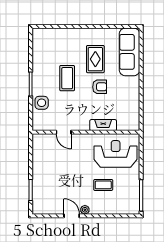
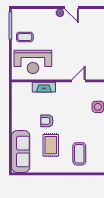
coffee table: (67, 78) -> (79, 154), moved
door: (64, 132) -> (79, 81), hinge flipped
coffee table: (103, 185) -> (25, 37), moved

